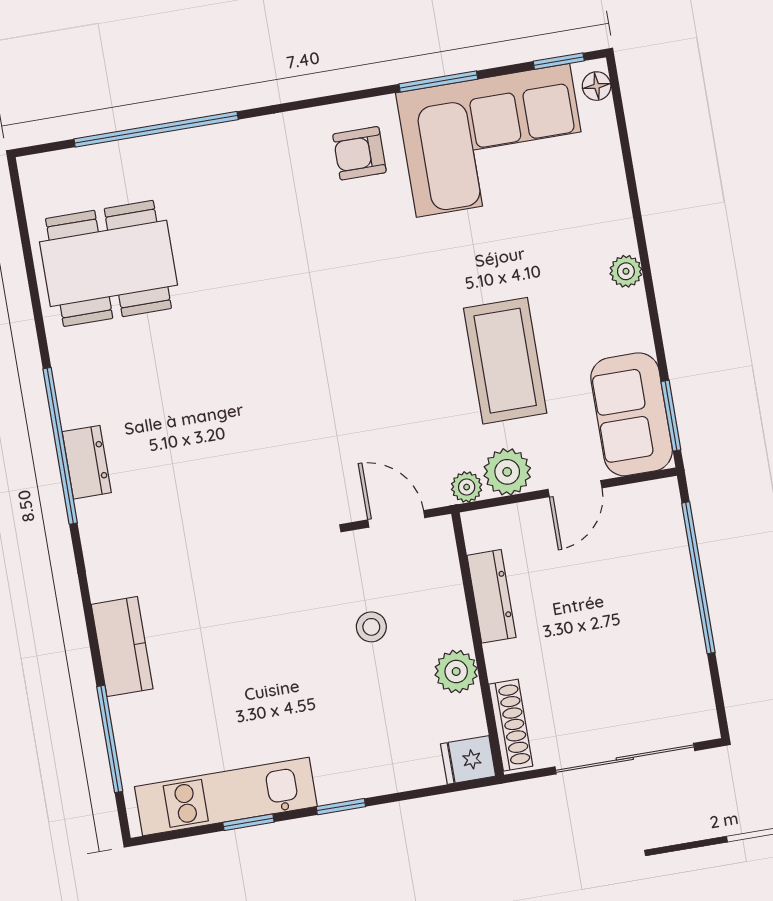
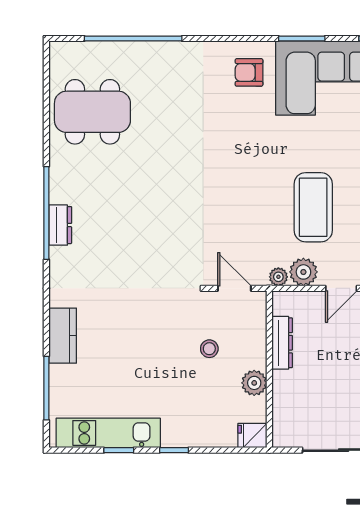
shoe rack: (511, 725) -> (281, 419), removed

